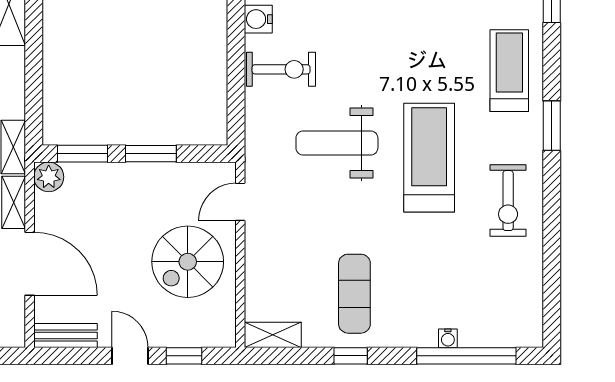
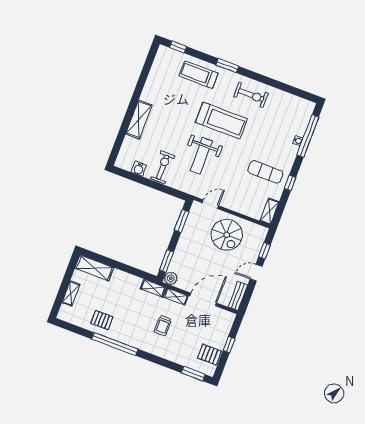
window: (151, 154) -> (182, 221), moved
treadmill: (429, 158) -> (221, 121), turned 180
door: (240, 202) -> (210, 204), swing flipped

